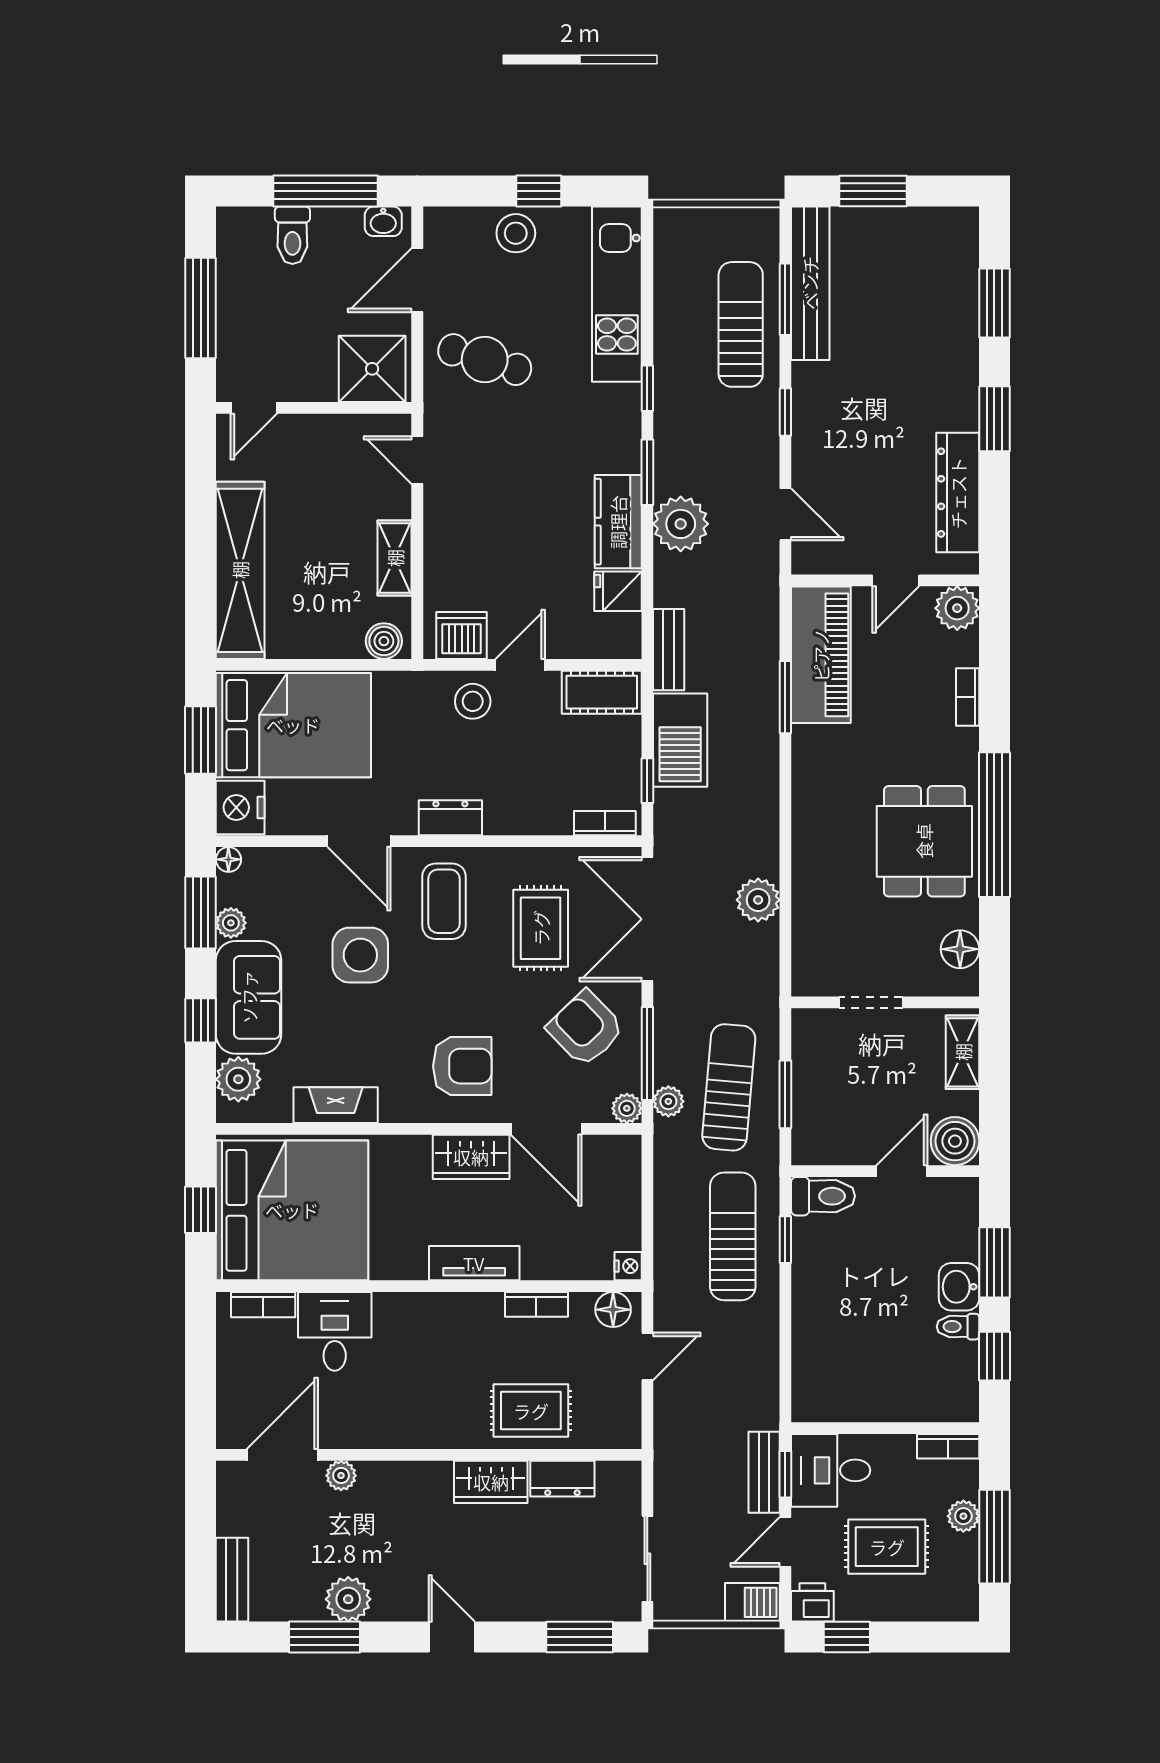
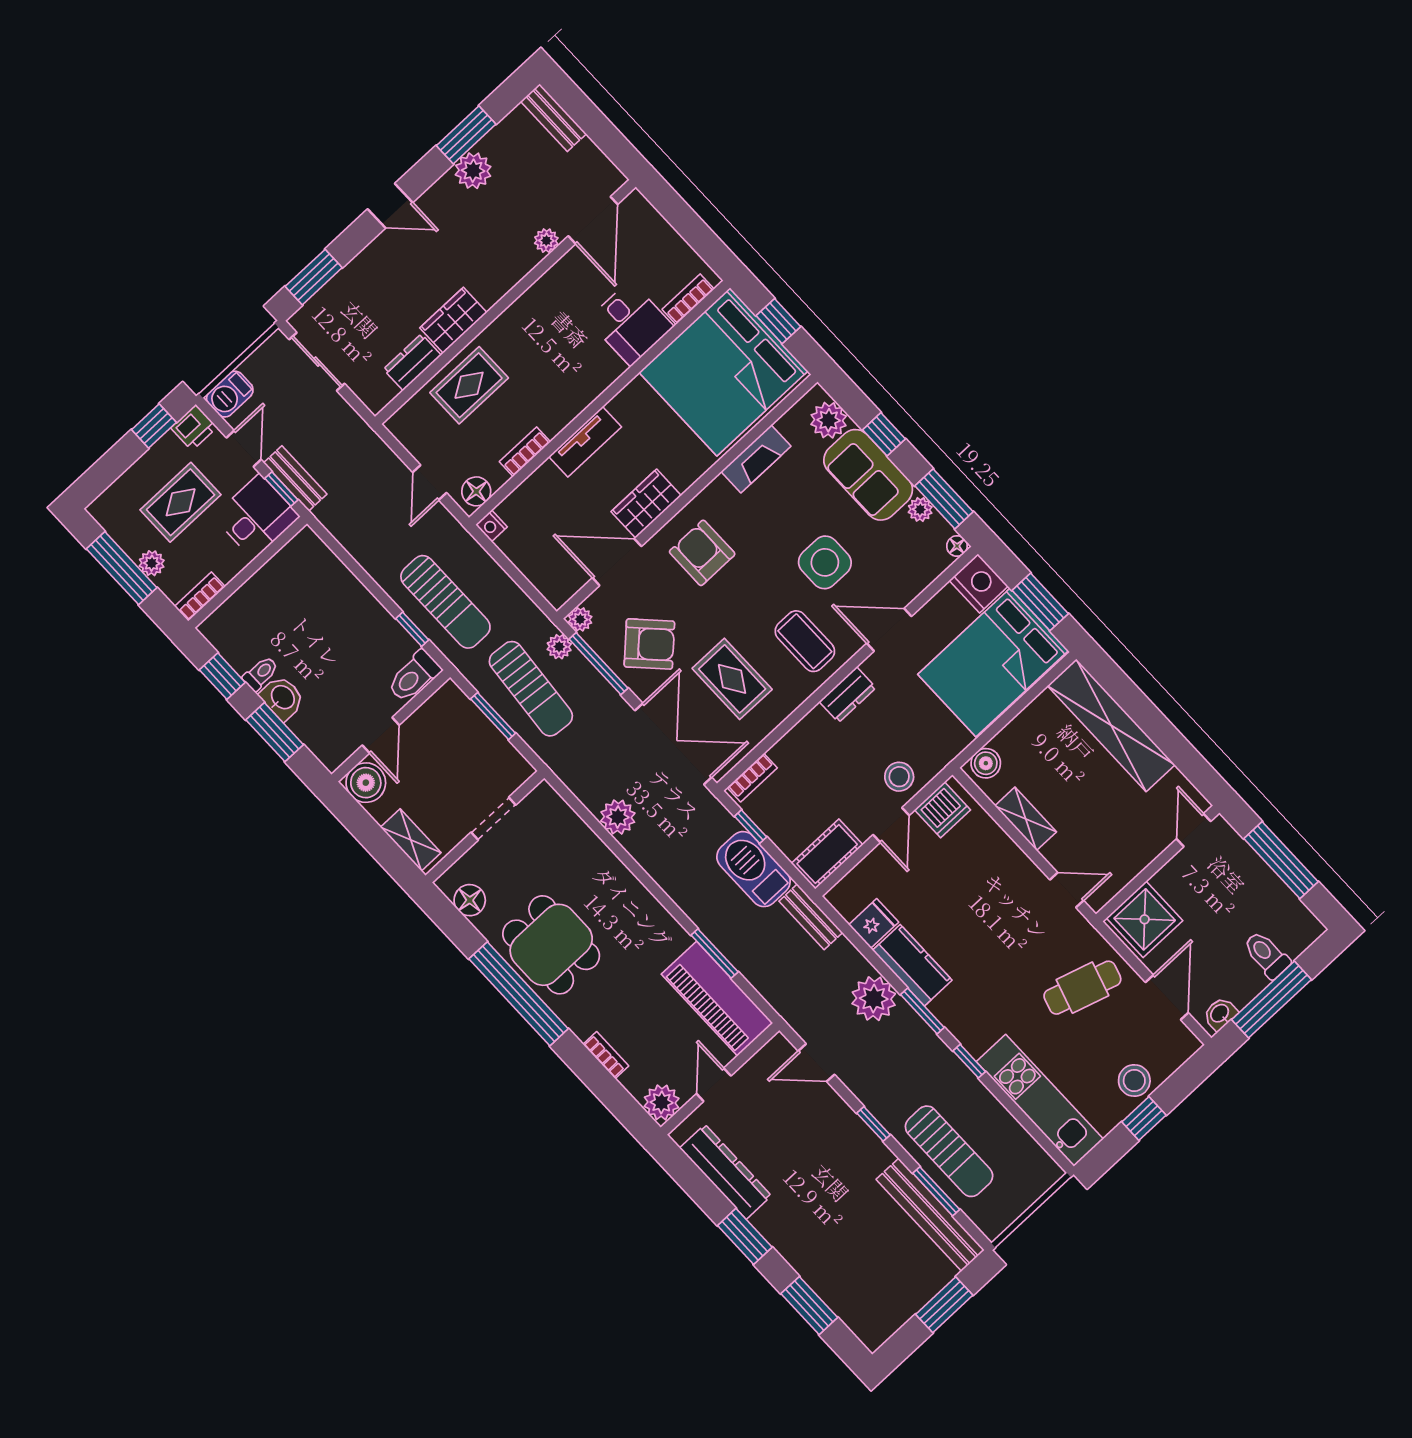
armchair: (462, 1066) -> (702, 553), turned 90

